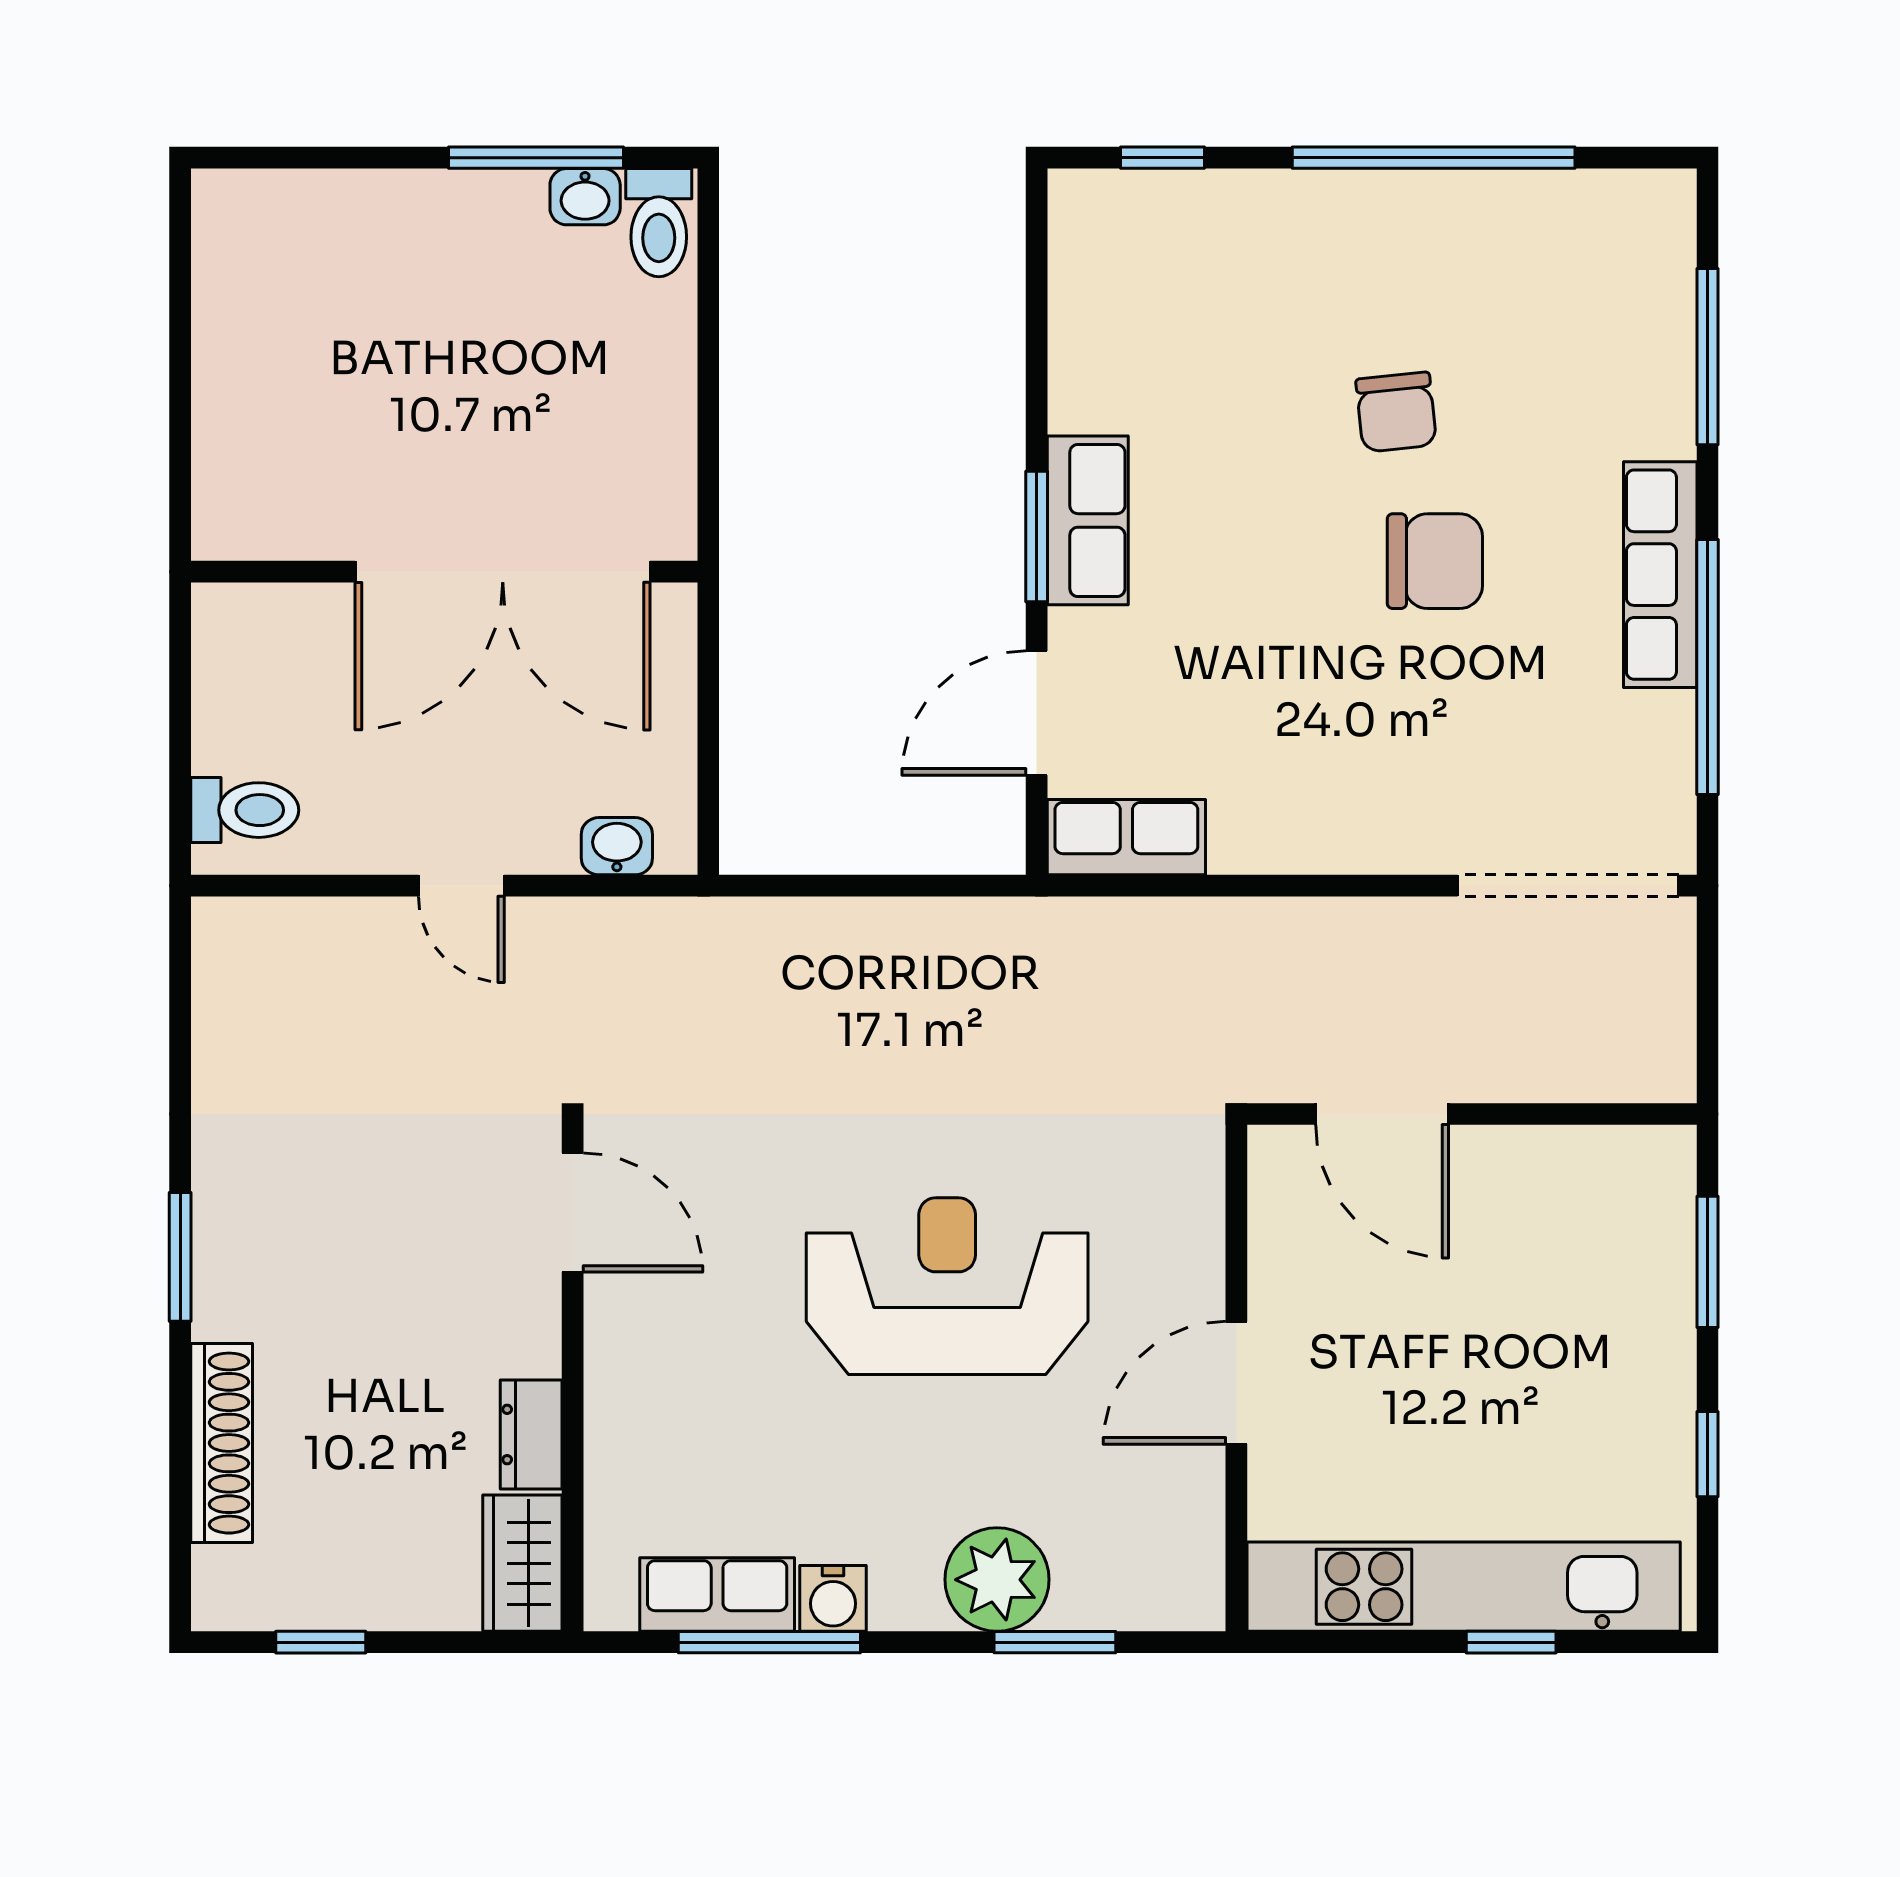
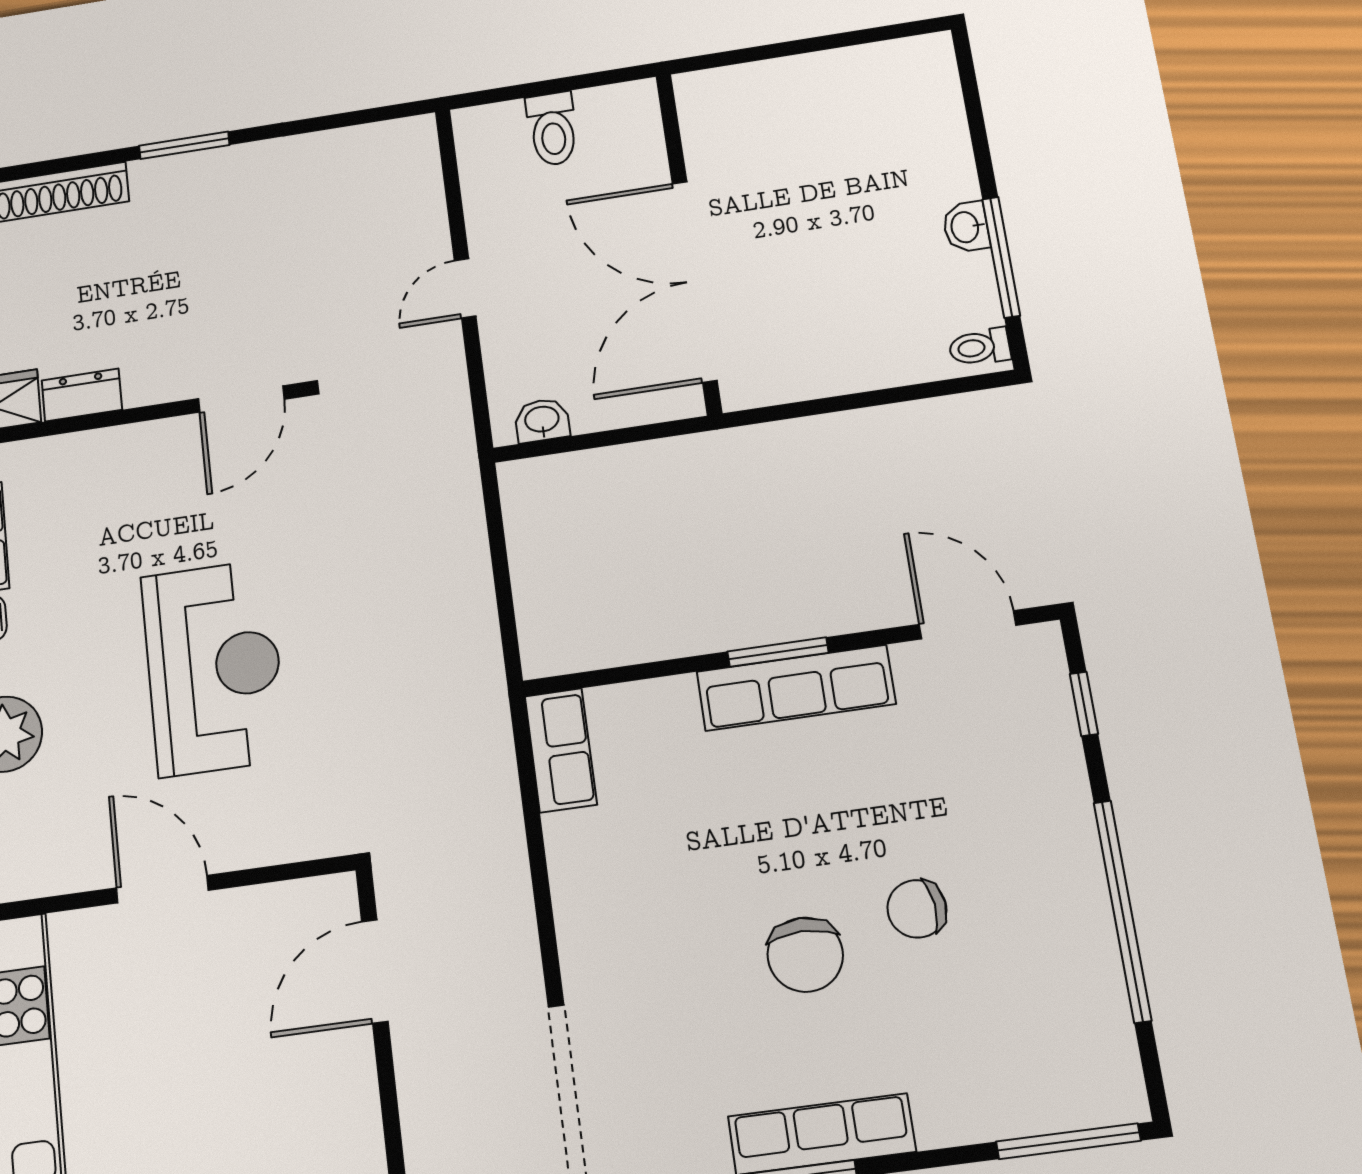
washbasin: (585, 197) -> (966, 227), moved
toilet: (659, 223) -> (980, 347), width x0.73, depth x0.72
window: (1707, 357) -> (1068, 1141), moved
row of seats: (1088, 520) -> (796, 688), width x1.48
door: (1037, 713) -> (968, 625), moved
toilet: (245, 810) -> (552, 129), moved
washbasin: (617, 846) -> (542, 420), moved, turned -90

